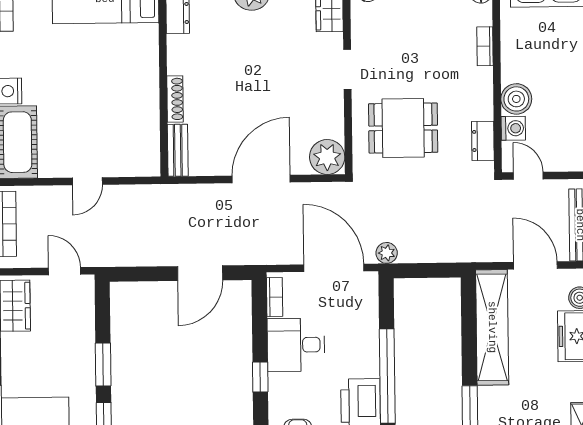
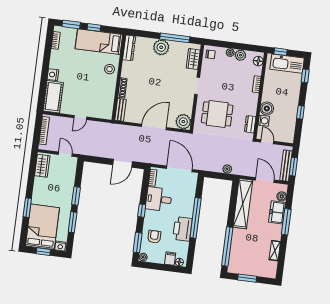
stool: (139, 60) -> (110, 69), added
plant: (387, 253) -> (227, 169), moved

